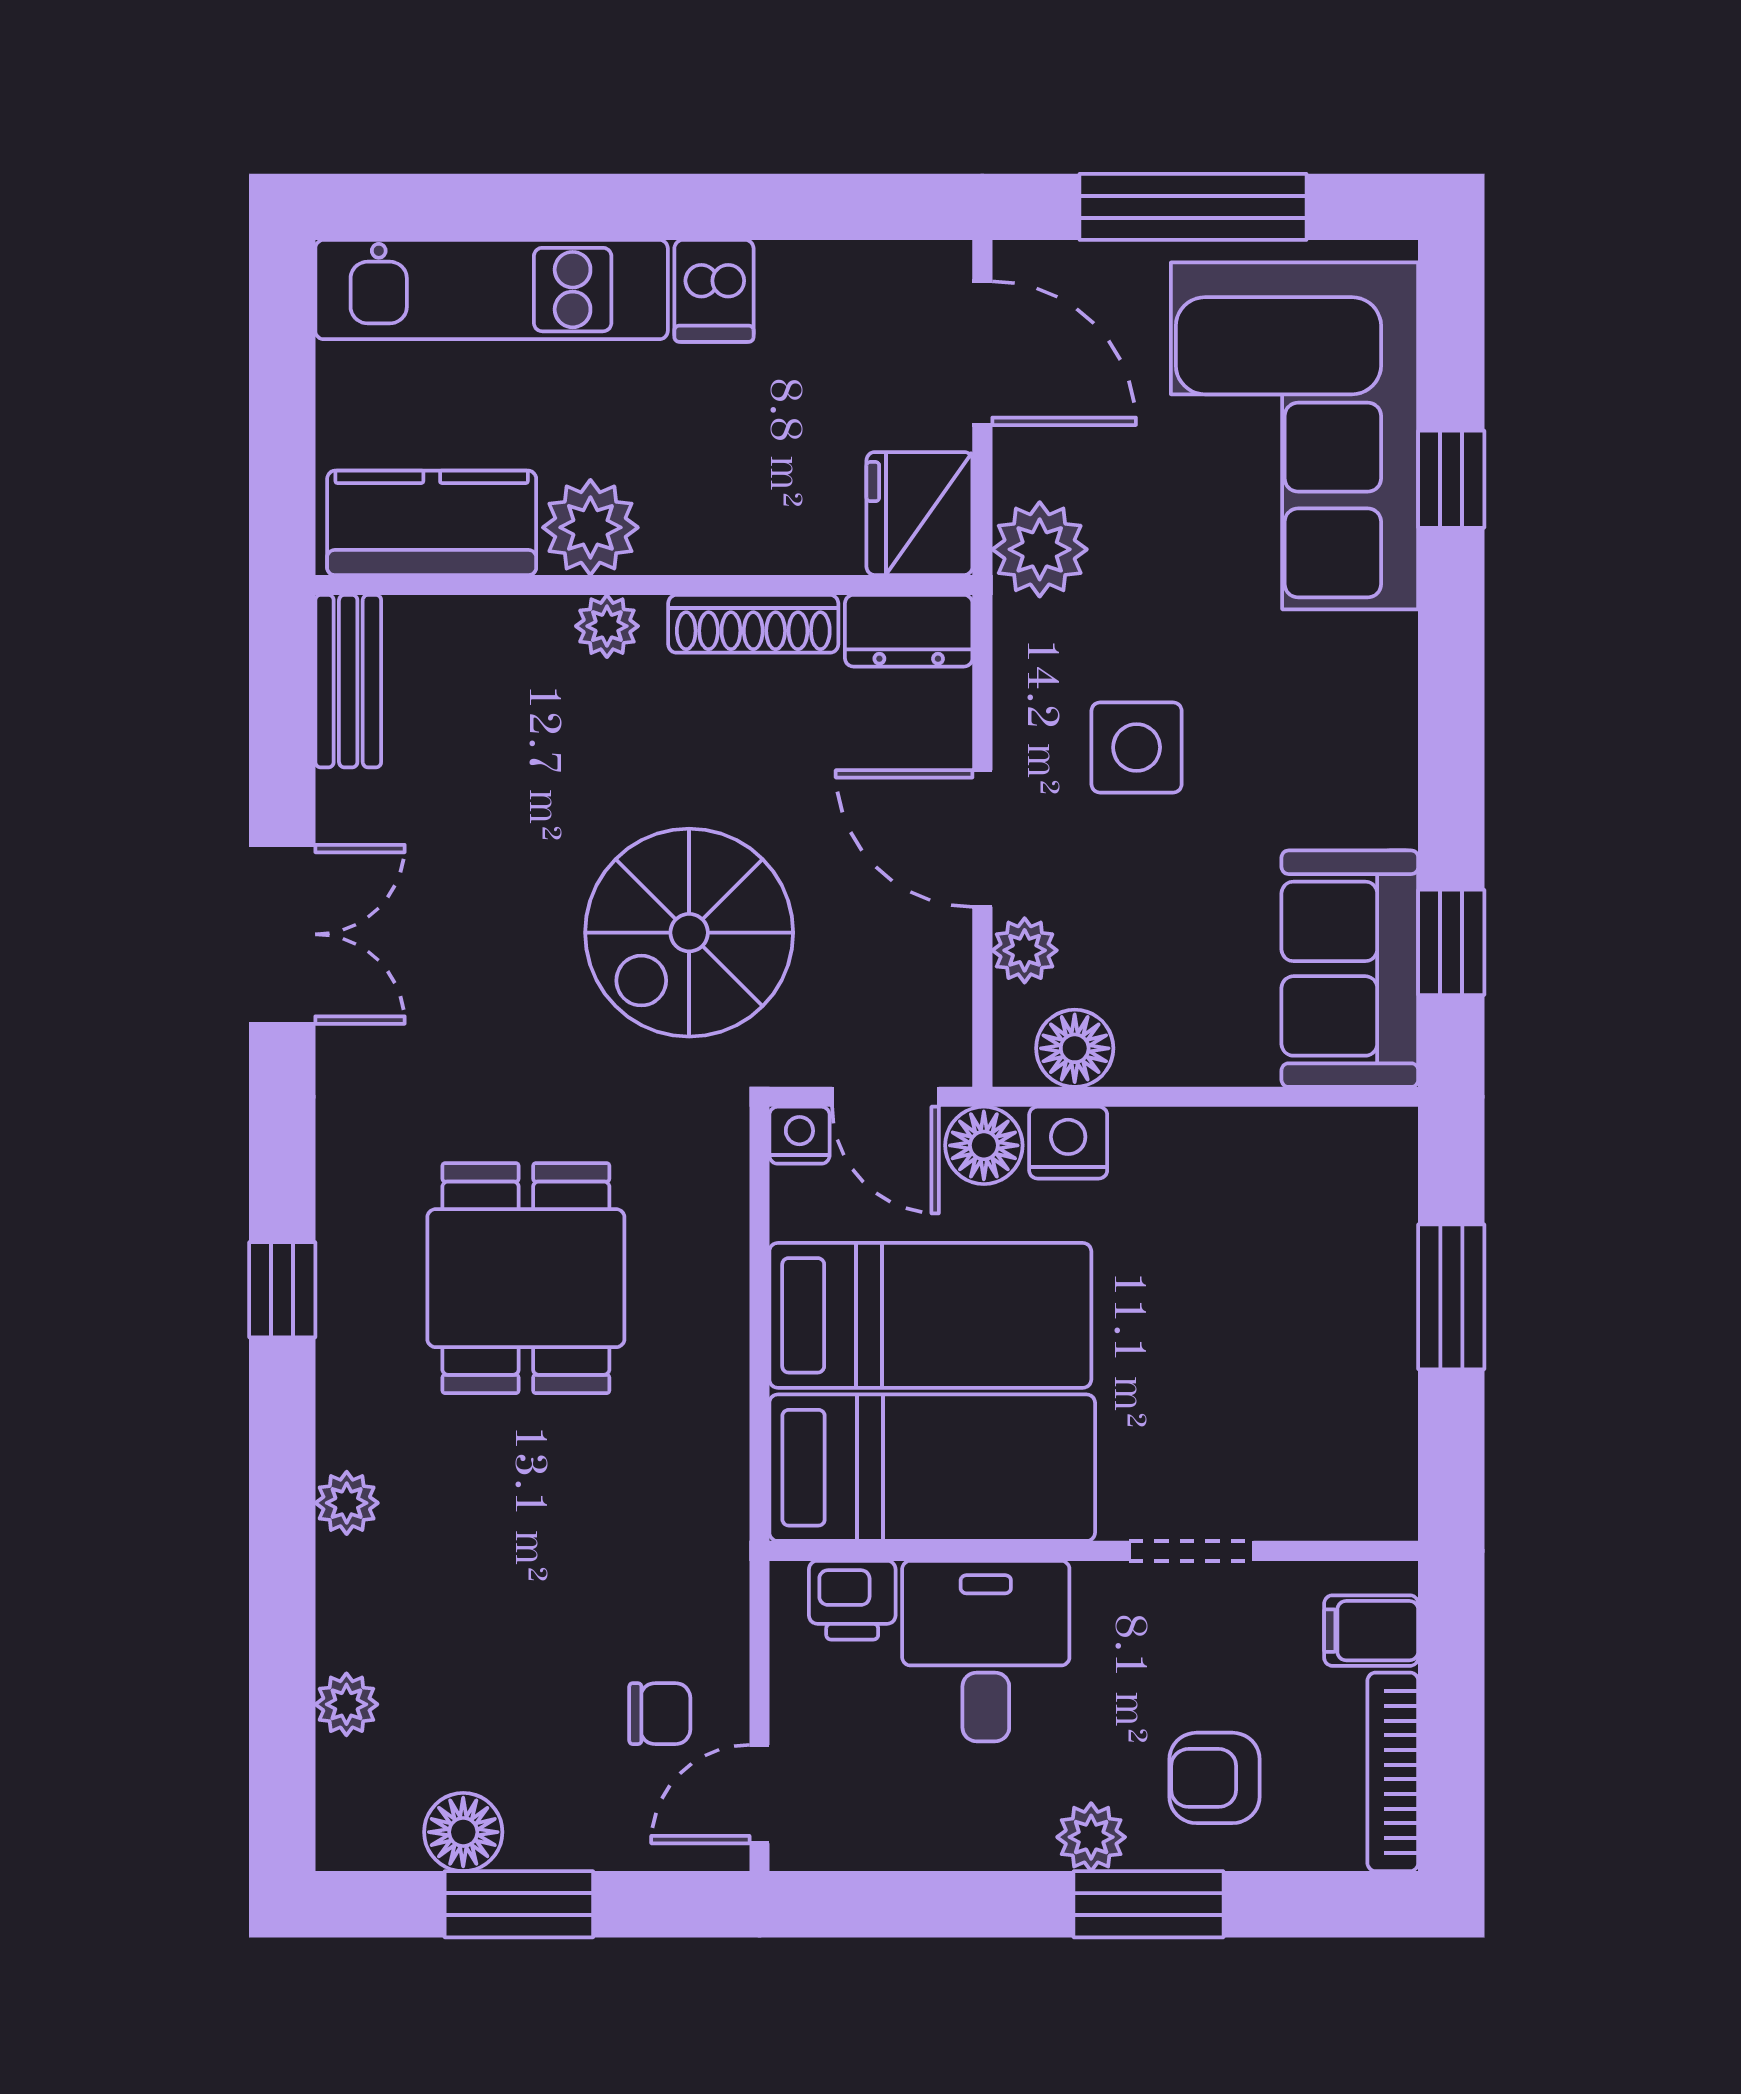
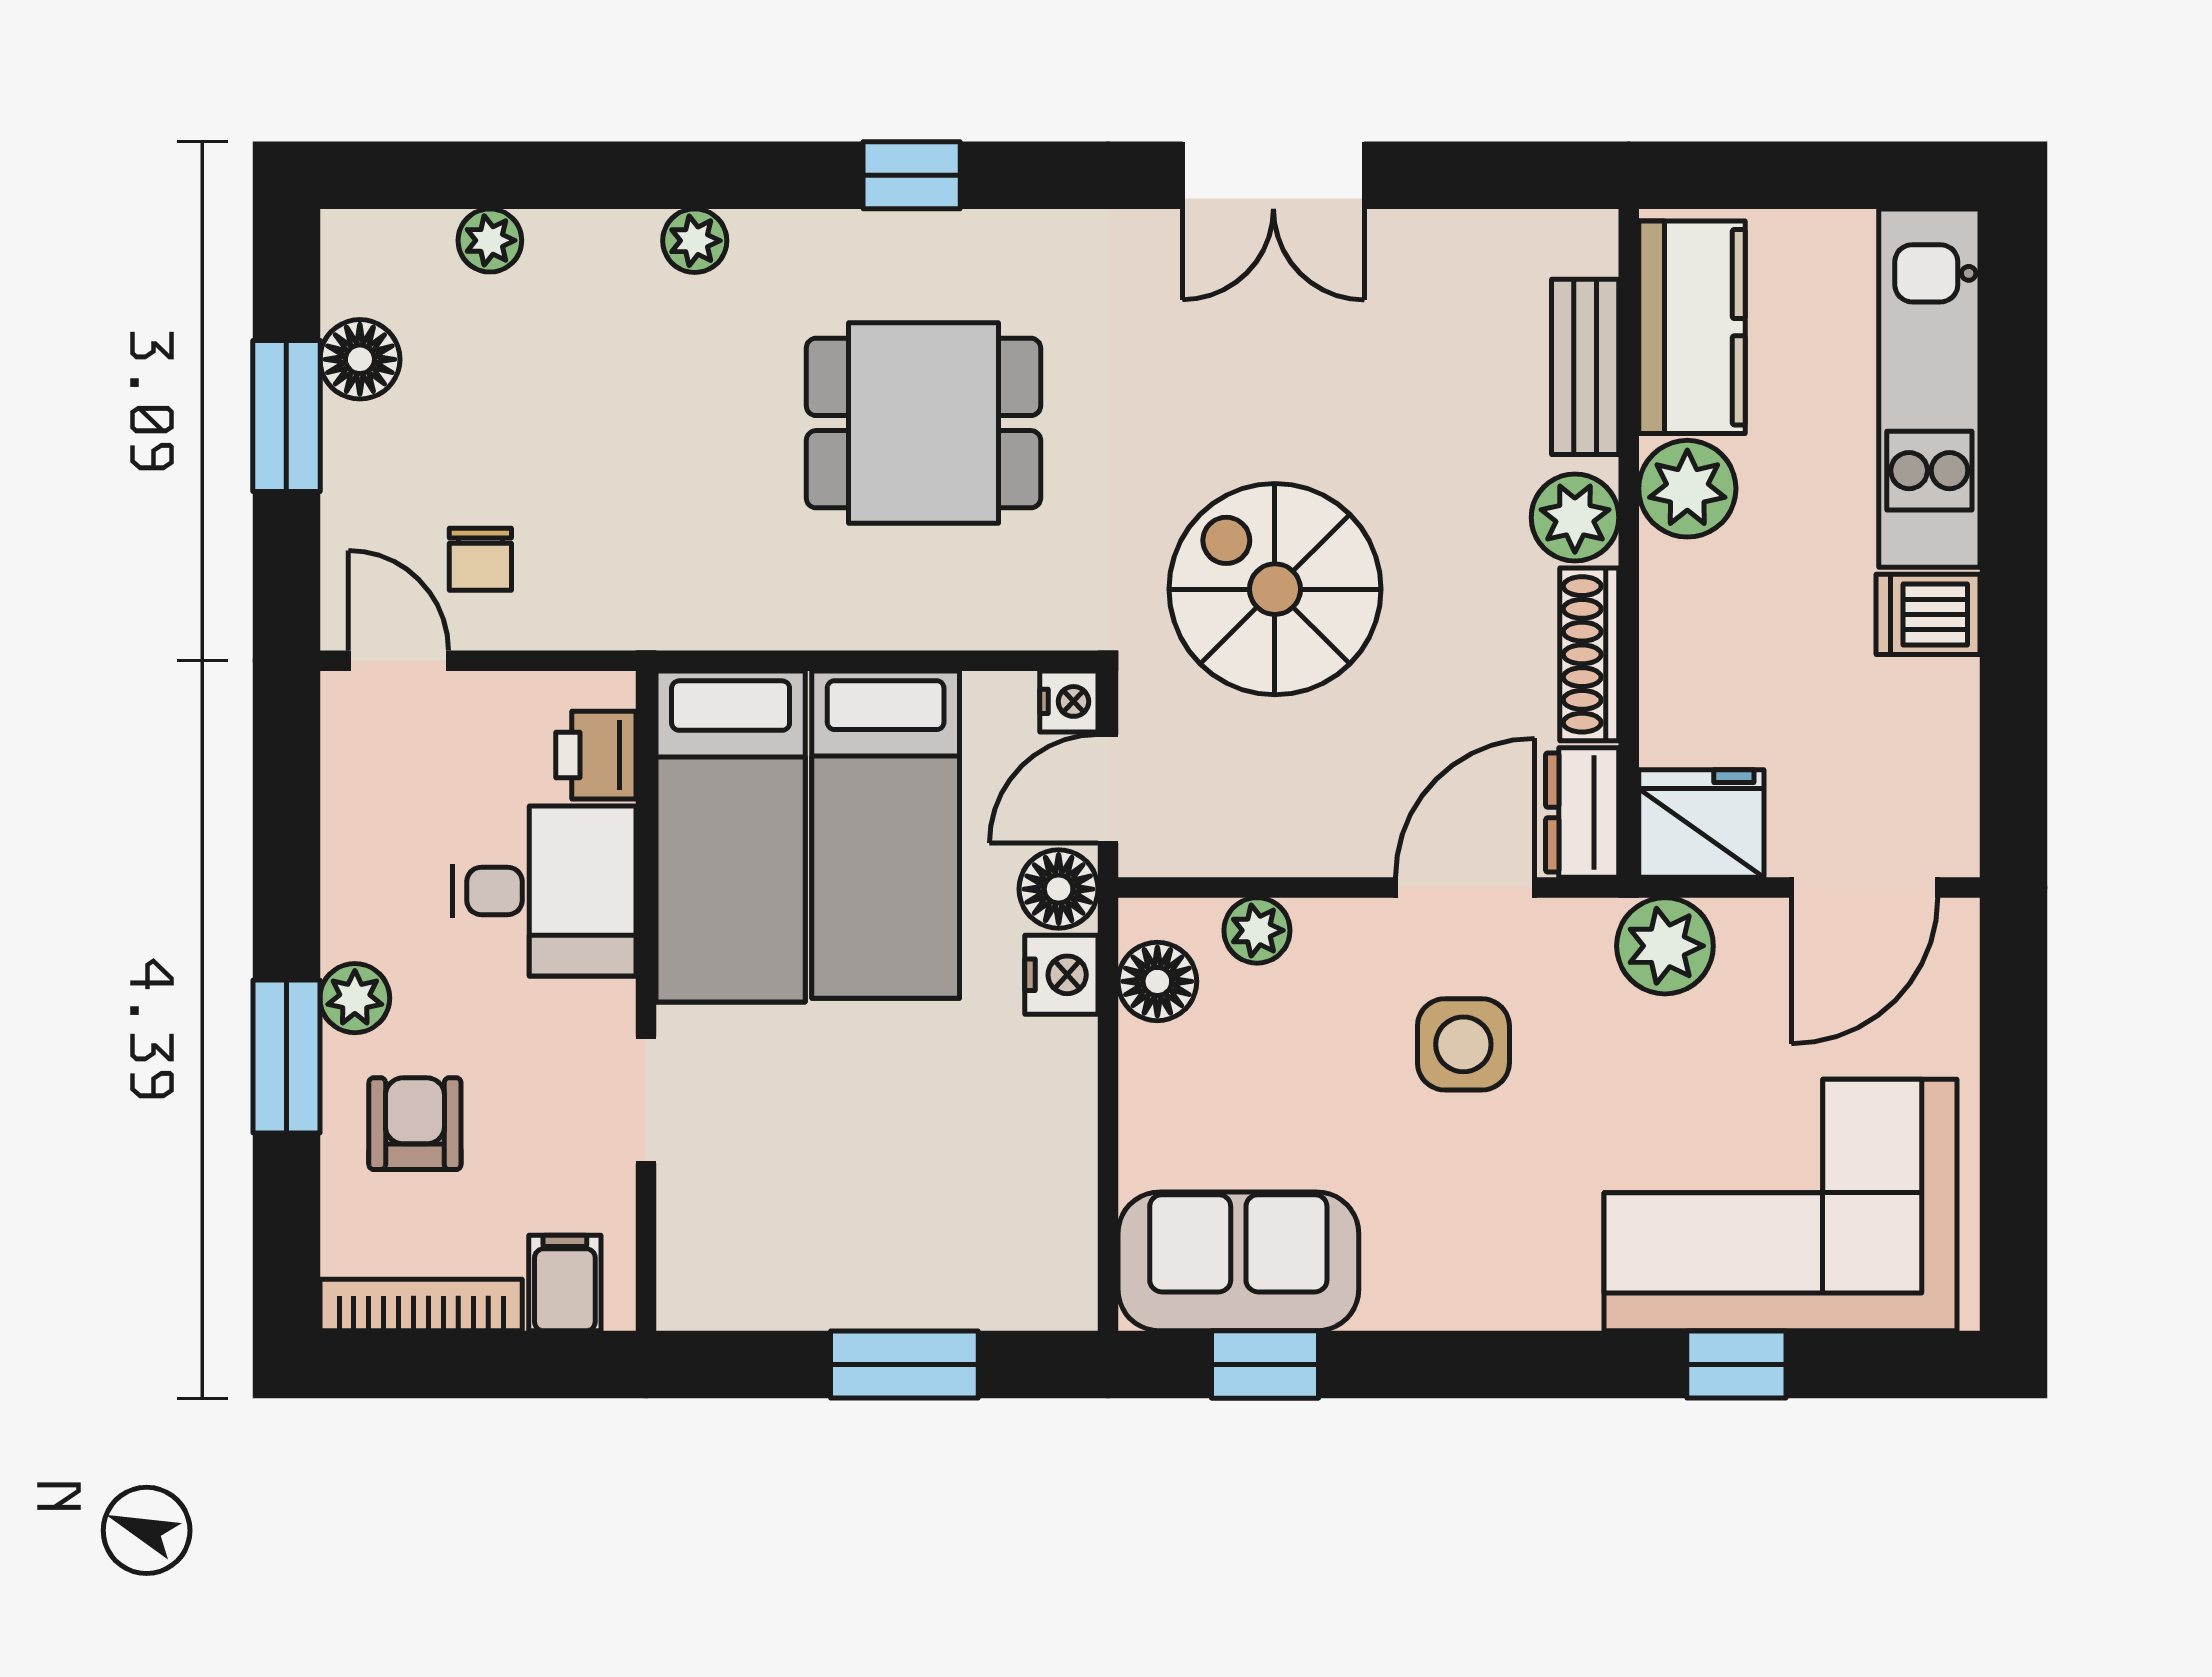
window: (1193, 207) -> (2013, 1102), removed
plant: (607, 626) -> (1575, 517), width x1.38, depth x1.38
bench: (348, 681) -> (1585, 367), moved, turned 90
door: (982, 839) -> (1465, 887), moved

